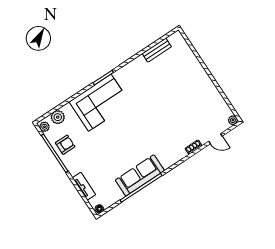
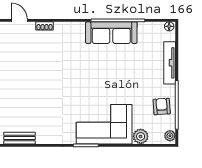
plant: (58, 117) -> (141, 136), moved
armchair: (65, 145) -> (162, 106), turned 86
tv unit: (84, 186) -> (170, 63), width x1.41

